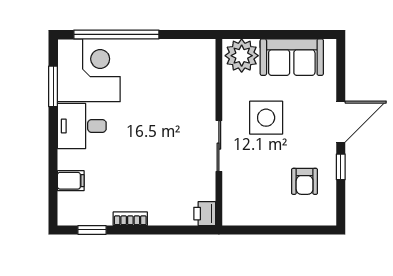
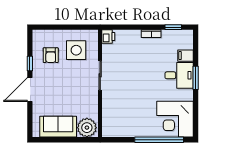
window: (53, 86) -> (196, 78), moved
side table: (266, 118) -> (76, 50), moved
desk: (82, 126) -> (179, 75), moved
armchair: (305, 181) -> (51, 55), turned 180

